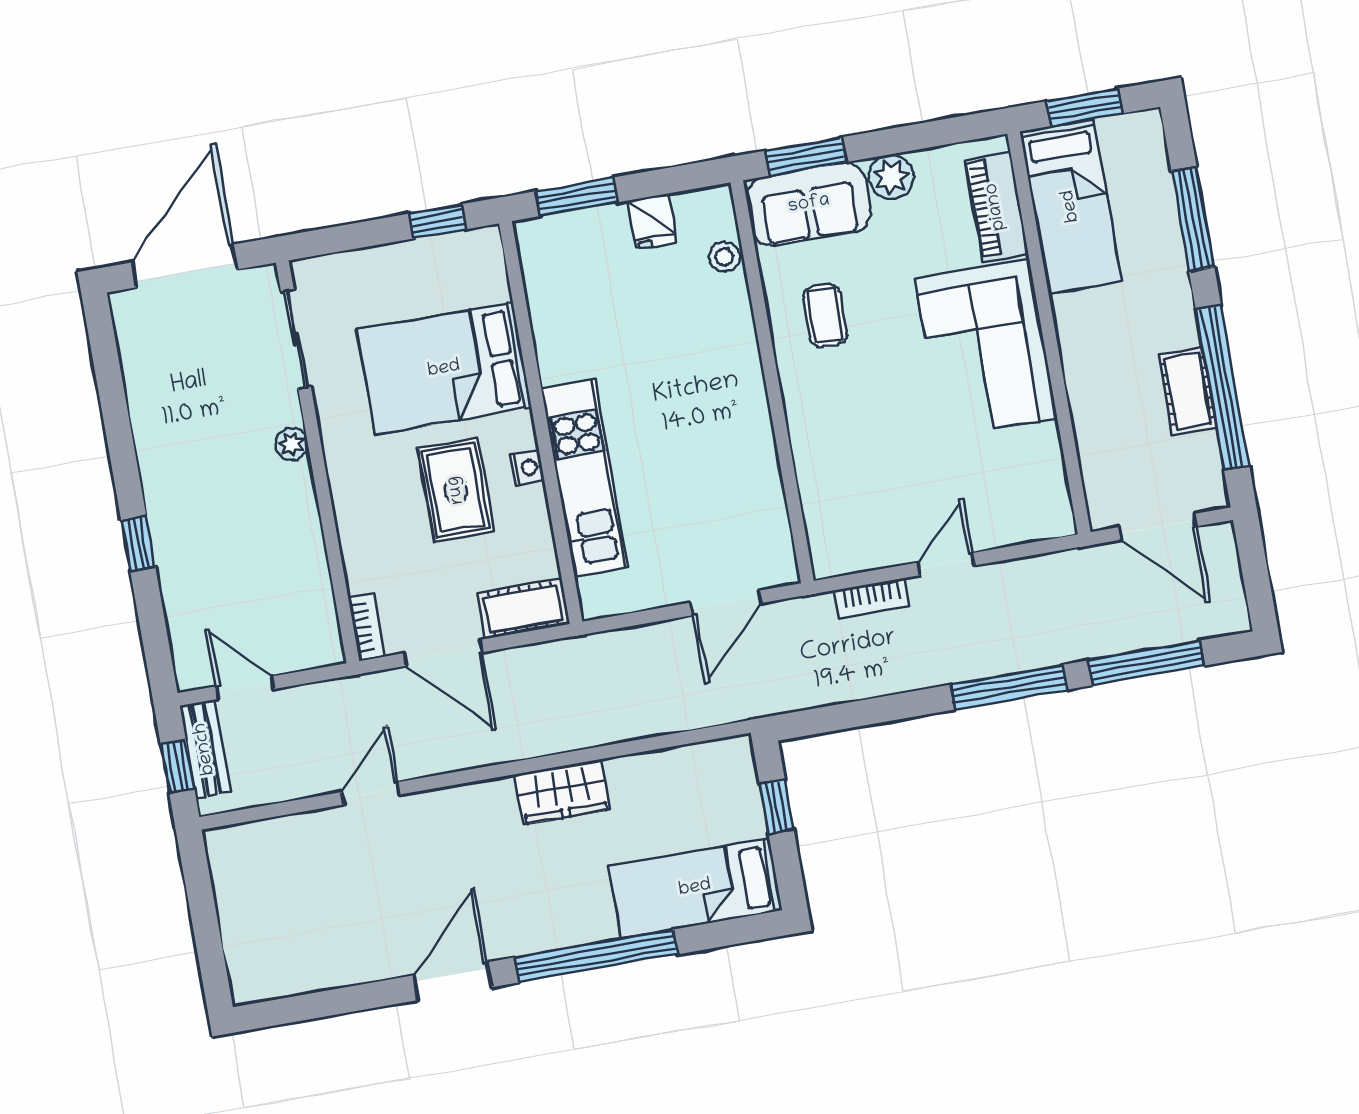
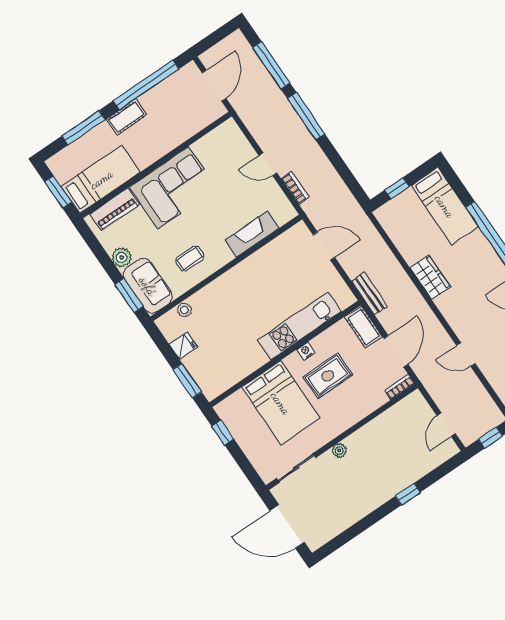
cot: (1188, 391) -> (127, 117), moved
fireplace: (818, 466) -> (252, 234), added
bench: (205, 749) -> (369, 294), moved, turned 90

